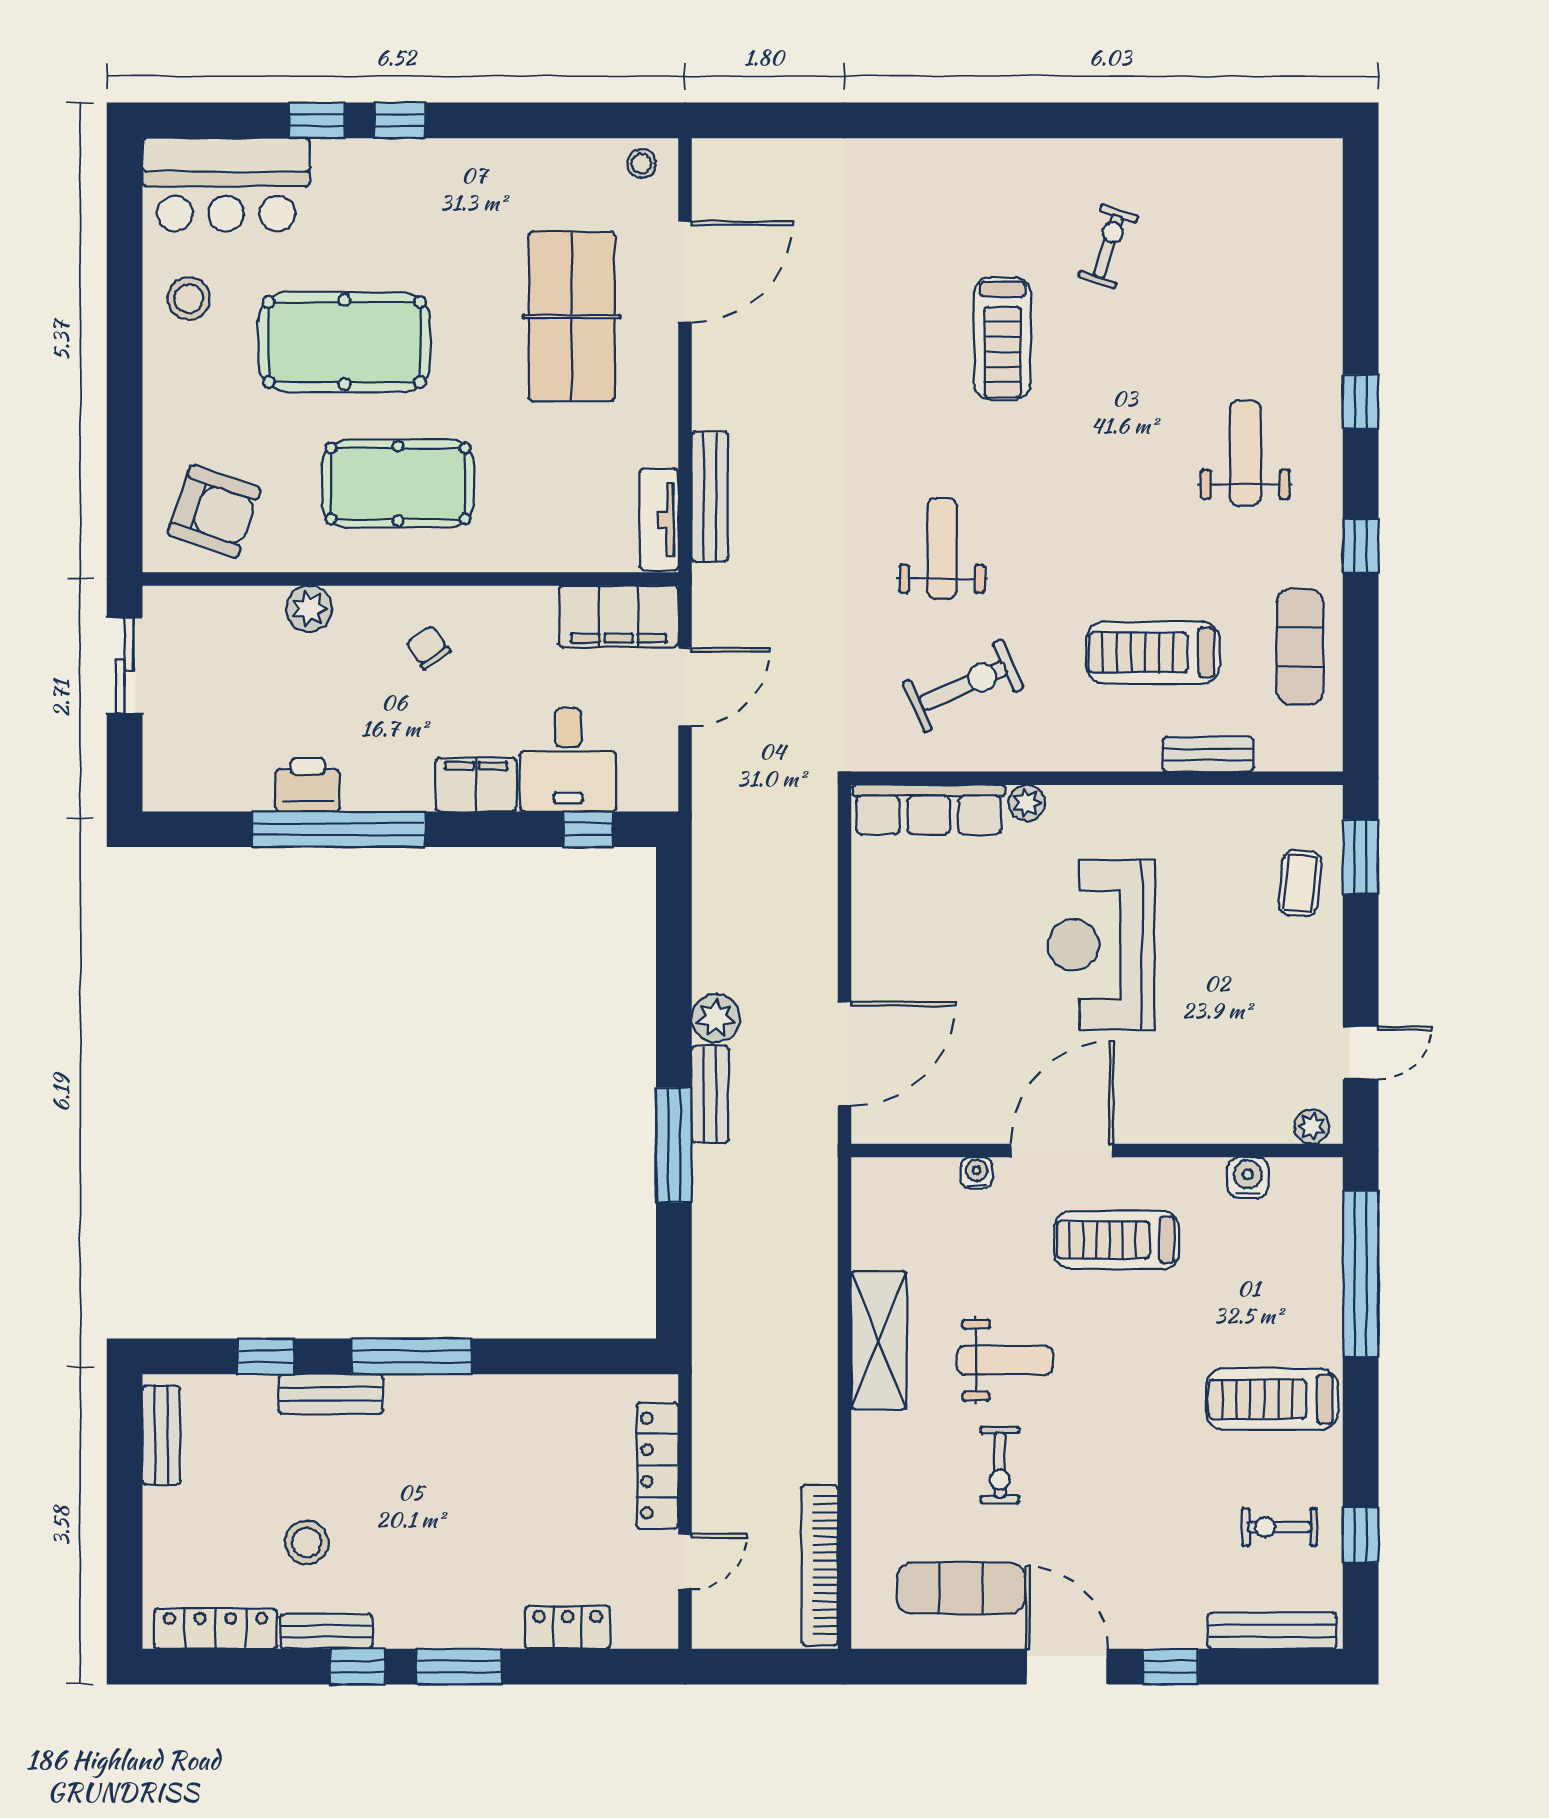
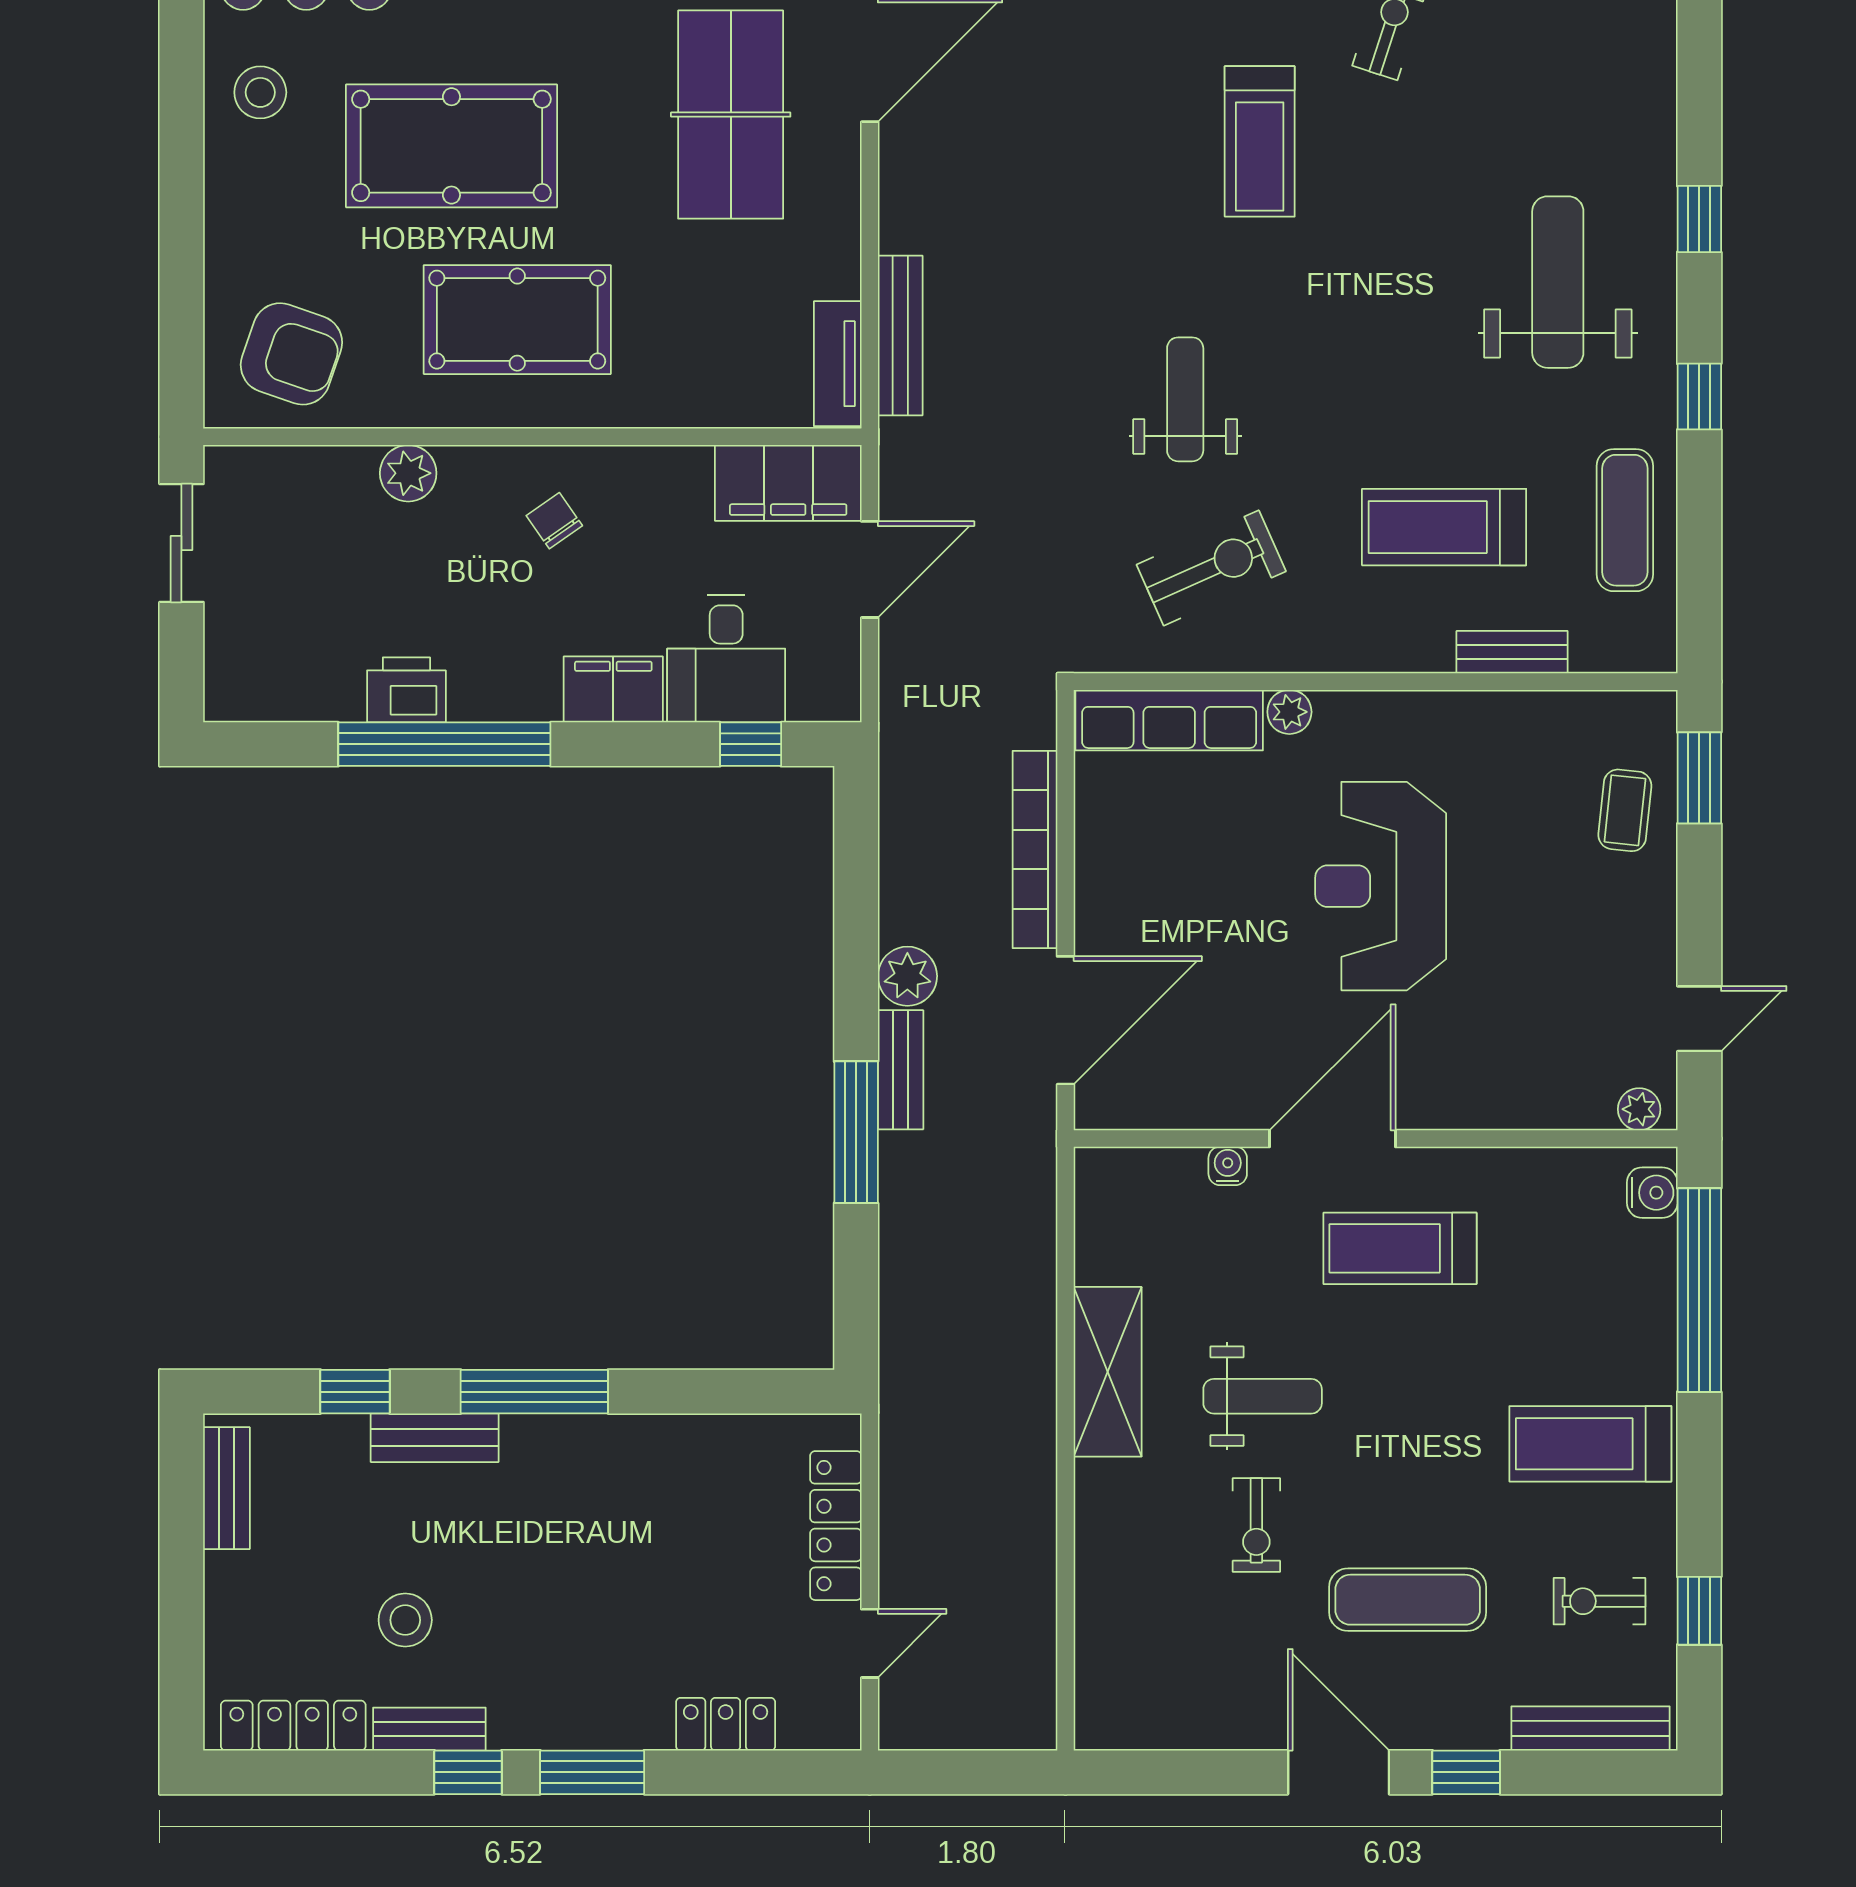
weight bench: (1245, 453) -> (1558, 282), width x1.36, depth x1.33
water cooler: (1248, 1178) -> (1652, 1193), moved, turned 90
bookcase: (820, 1565) -> (1035, 849), moved
exercise mat: (961, 1588) -> (1408, 1600), moved

